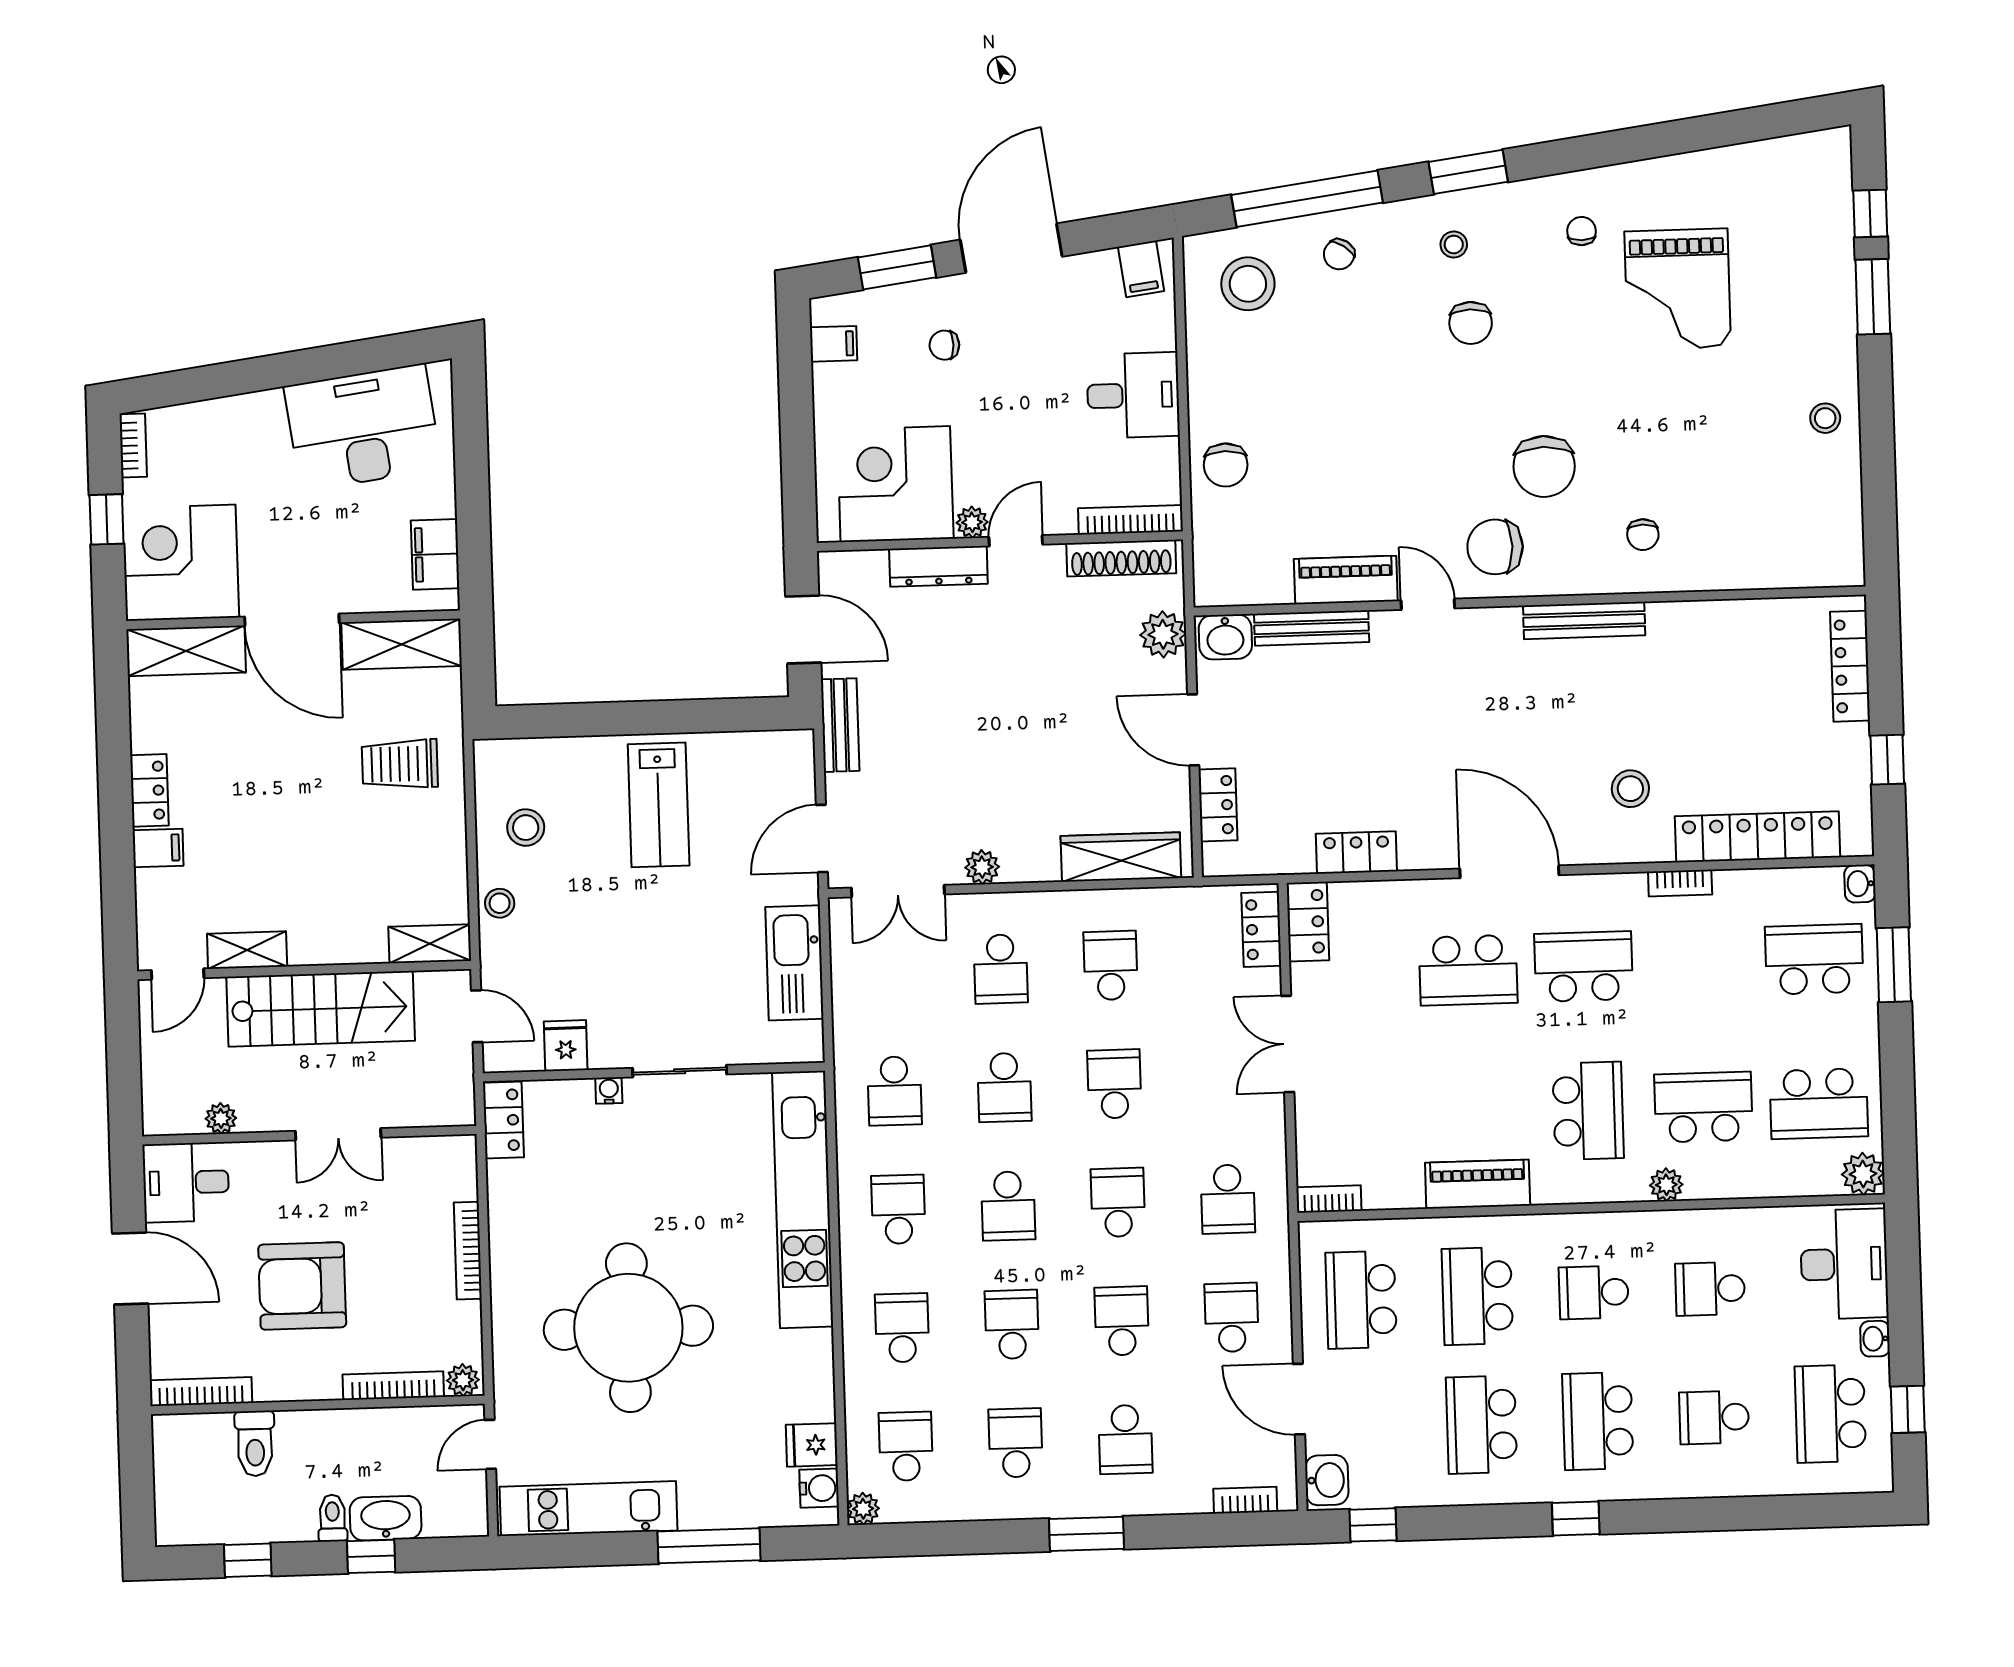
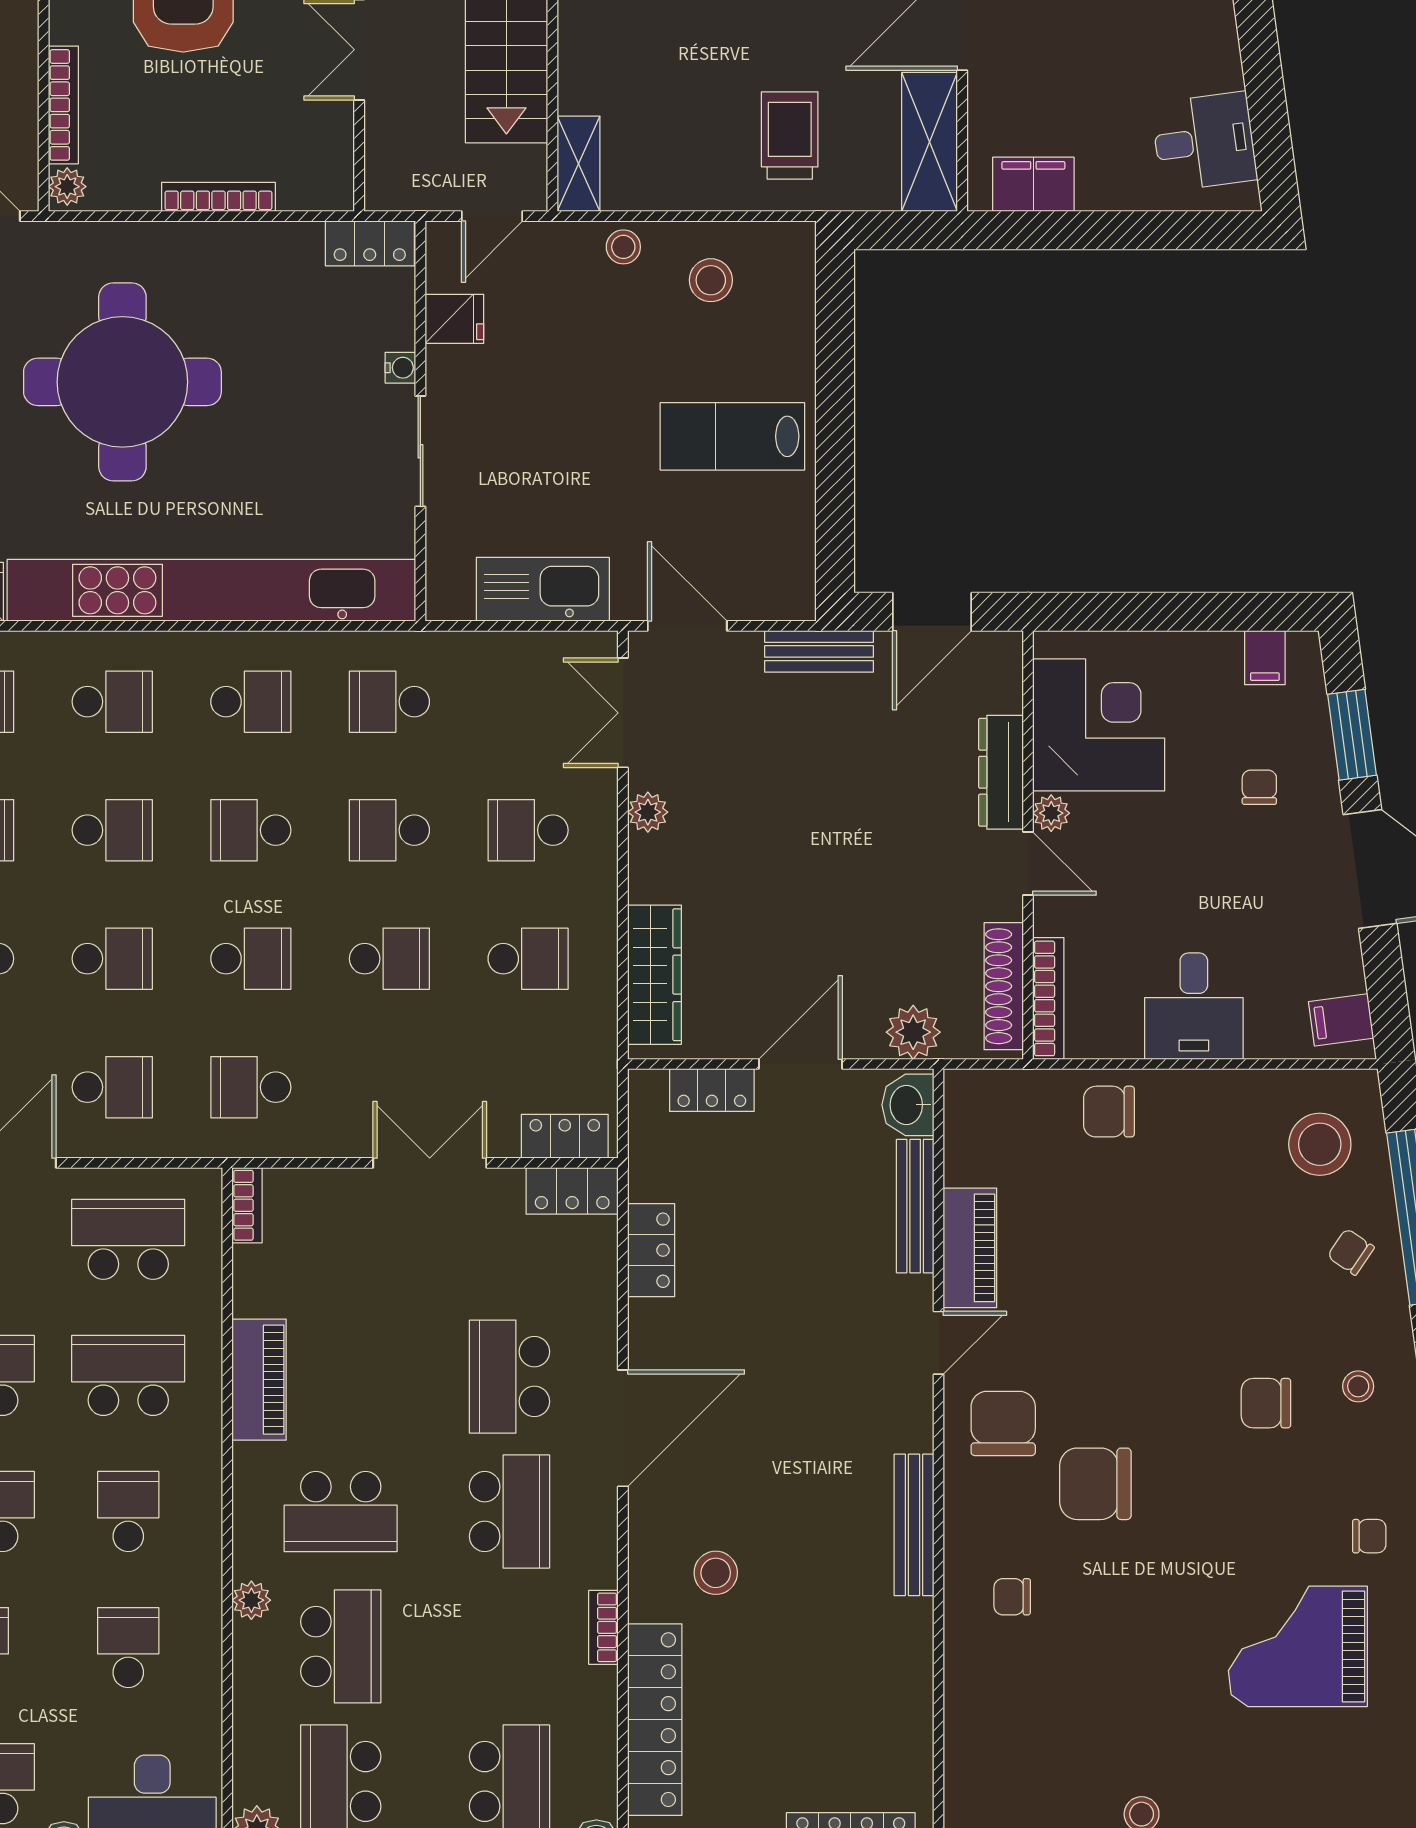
desk: (363, 427) -> (1204, 142), width x0.53, depth x0.77
kitchen unit: (803, 1200) -> (211, 590), width x1.36

